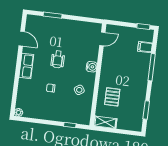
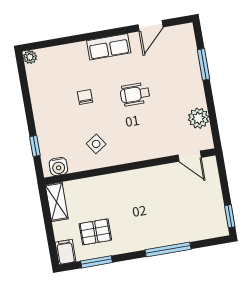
plant: (82, 27) -> (198, 118), added
filing cabinet: (145, 47) -> (65, 252), moved
water cooler: (92, 67) -> (58, 166), moved
pallet: (112, 97) -> (95, 232), moved

